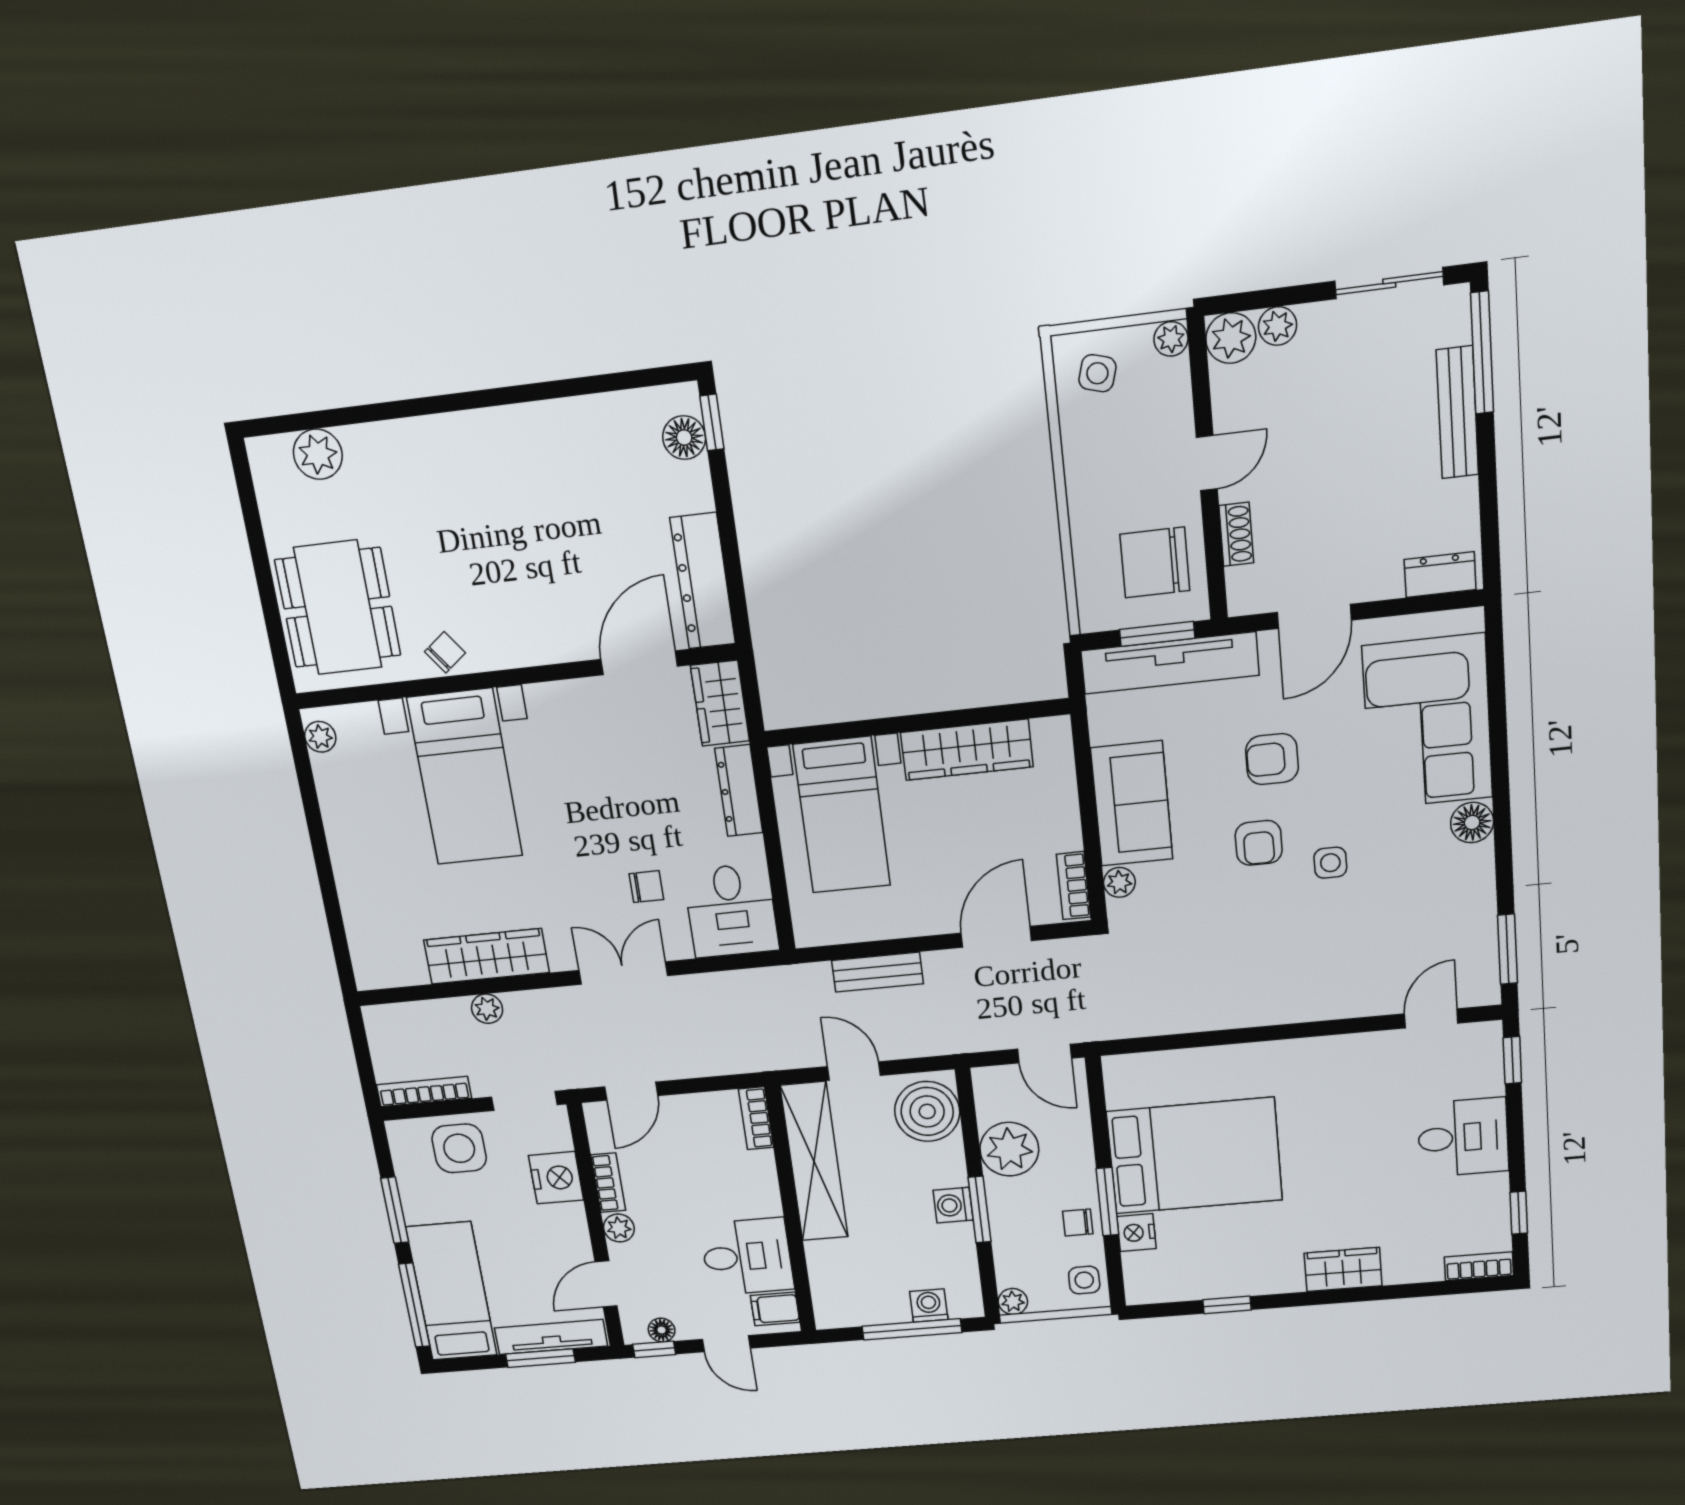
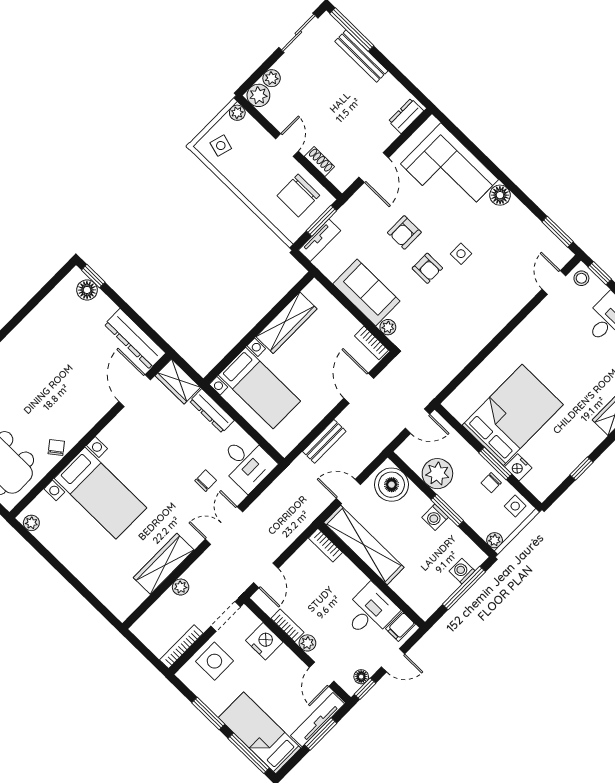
tv unit: (1170, 663) -> (320, 240), width x0.52, depth x0.78
stool: (1478, 1046) -> (581, 278), added

